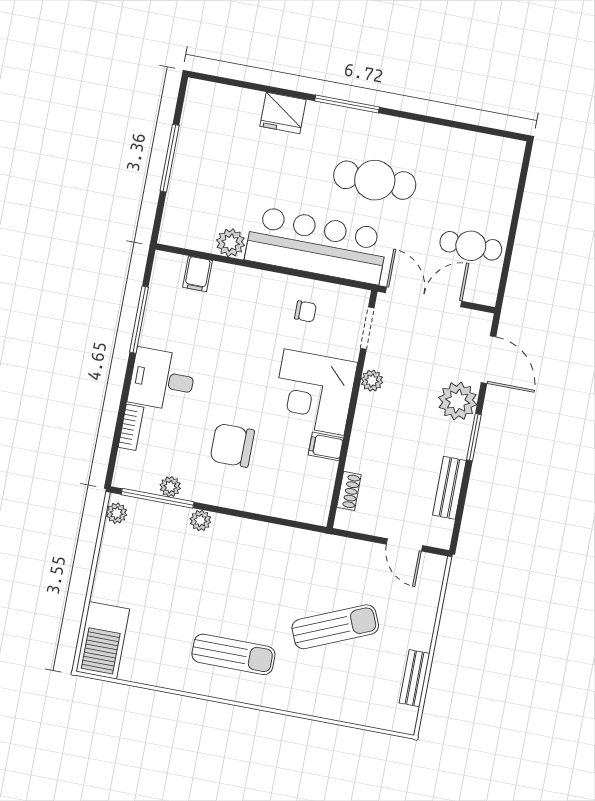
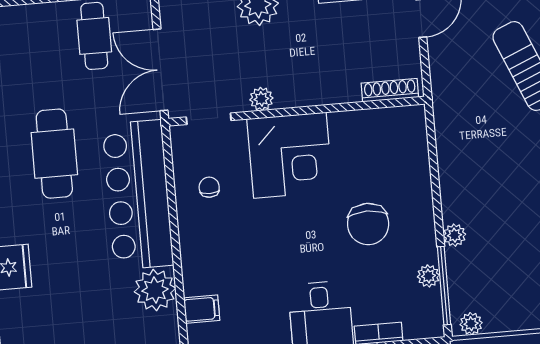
plant: (231, 243) -> (155, 290), width x1.36, depth x1.36
filing cabinet: (326, 446) -> (342, 127), removed
shoe rack: (349, 491) -> (390, 90), width x1.43

